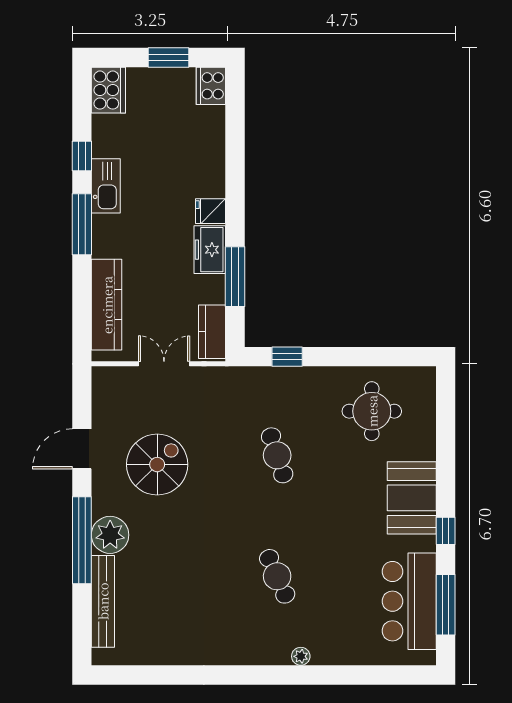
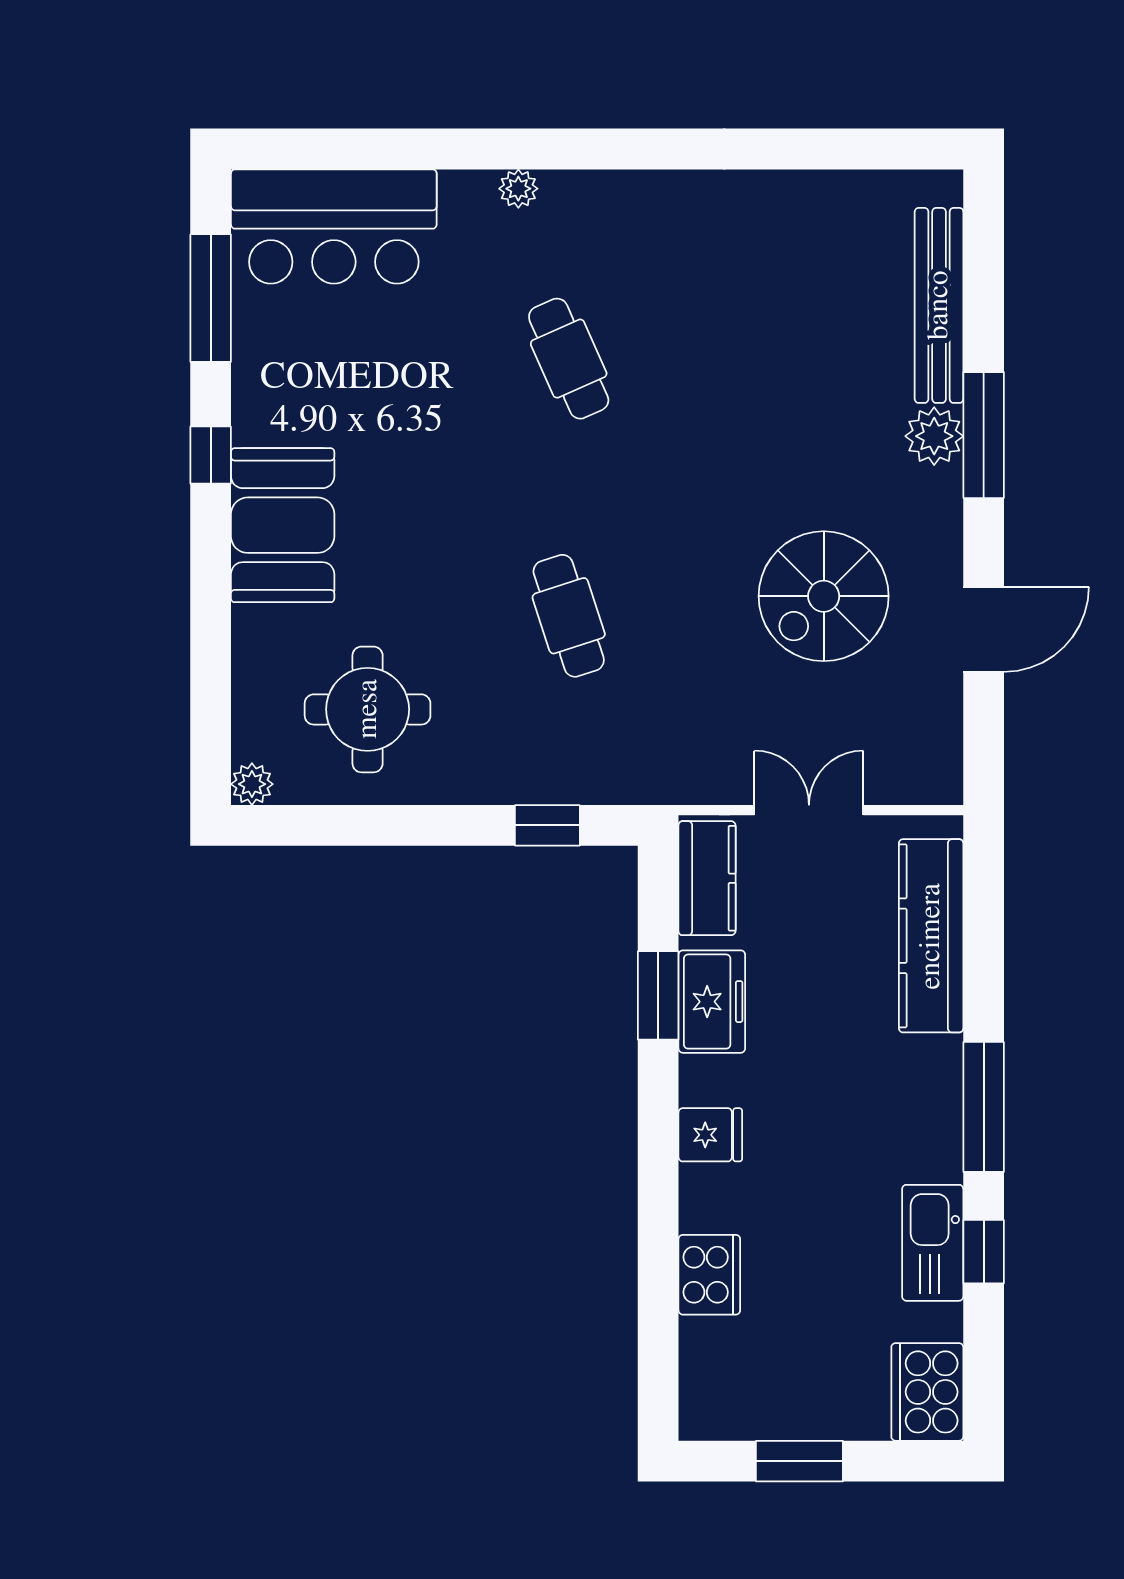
cooker: (211, 86) -> (709, 1275), moved
kitchen sink: (106, 186) -> (933, 1243), moved
freezer: (210, 250) -> (712, 1002), moved
window: (235, 277) -> (658, 995), width x0.69
double door: (164, 364) -> (809, 810), swing flipped
plant: (426, 376) -> (252, 784), added
plant: (110, 535) -> (934, 436), width x0.73, depth x0.73
window: (82, 540) -> (984, 435), width x0.68
bar counter: (409, 601) -> (334, 226), moved, turned 90

